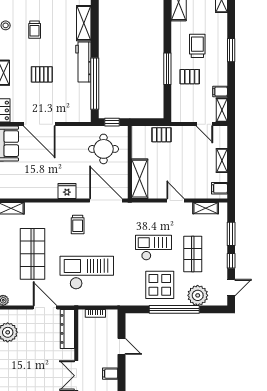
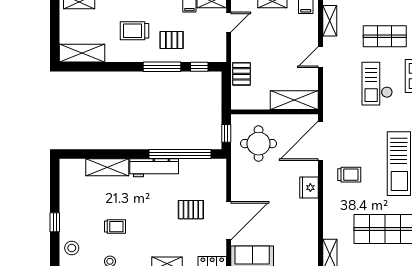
pallet: (42, 74) -> (191, 210), moved, turned 90
pallet: (190, 77) -> (172, 40), turned 90
window: (167, 100) -> (199, 67), added

